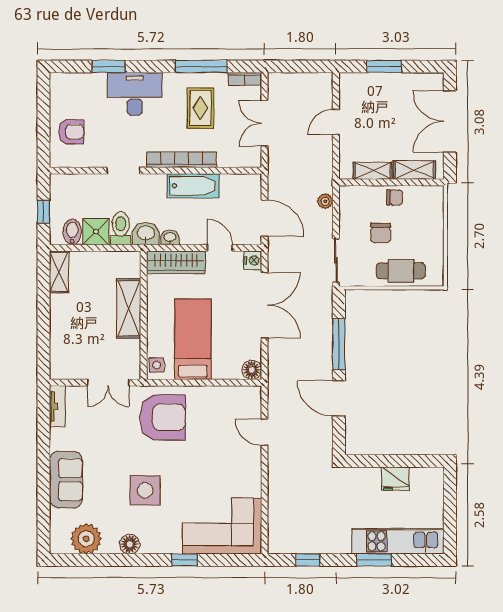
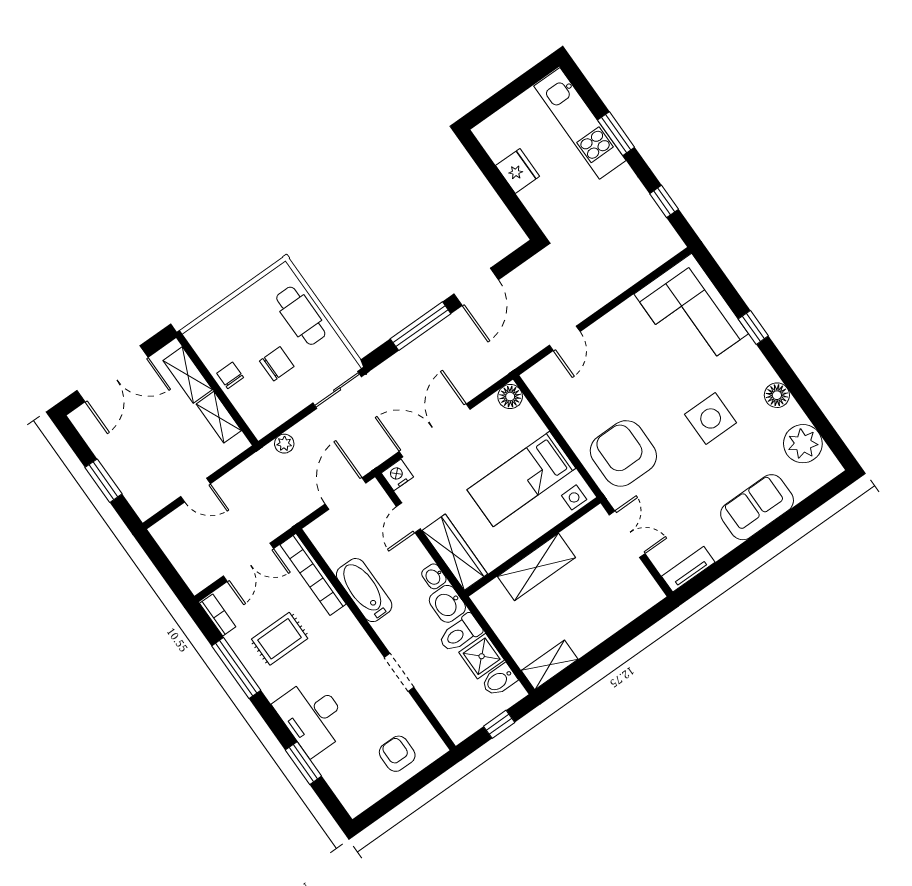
bookcase: (182, 160) -> (313, 574), moved

